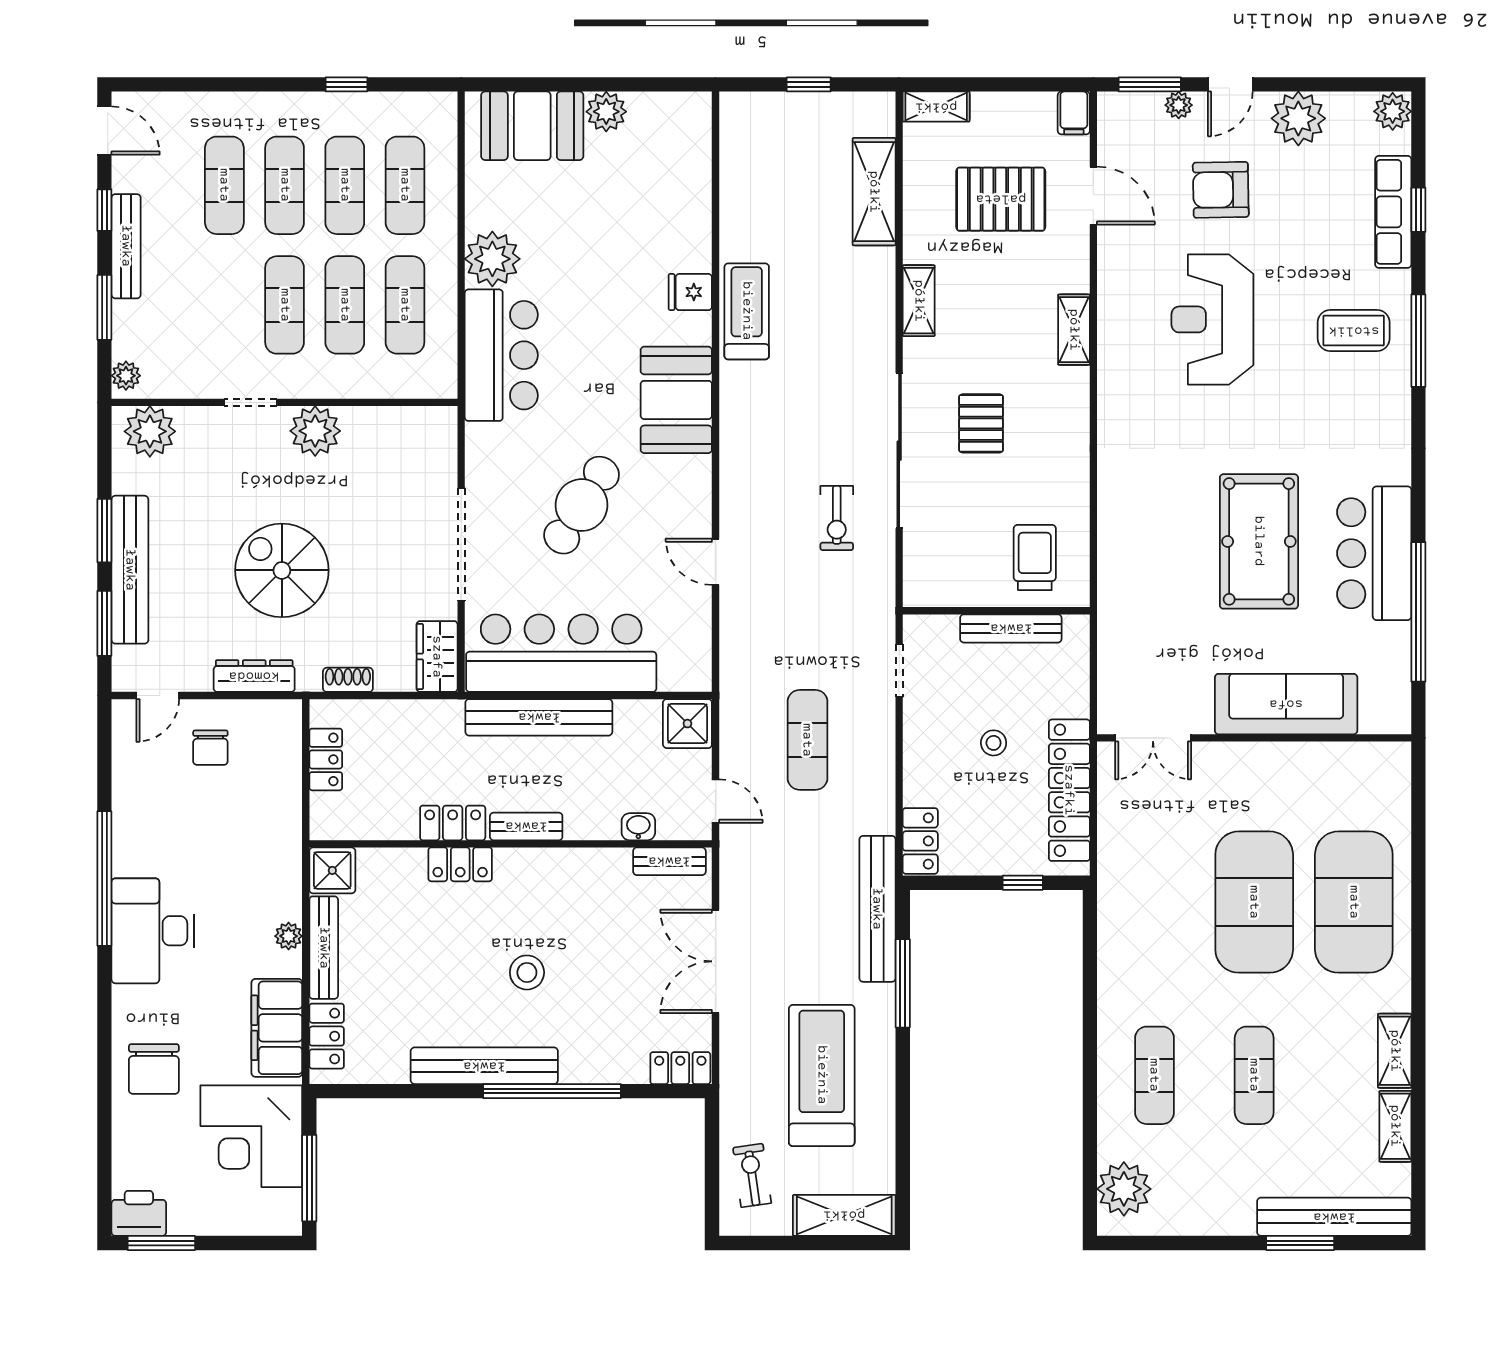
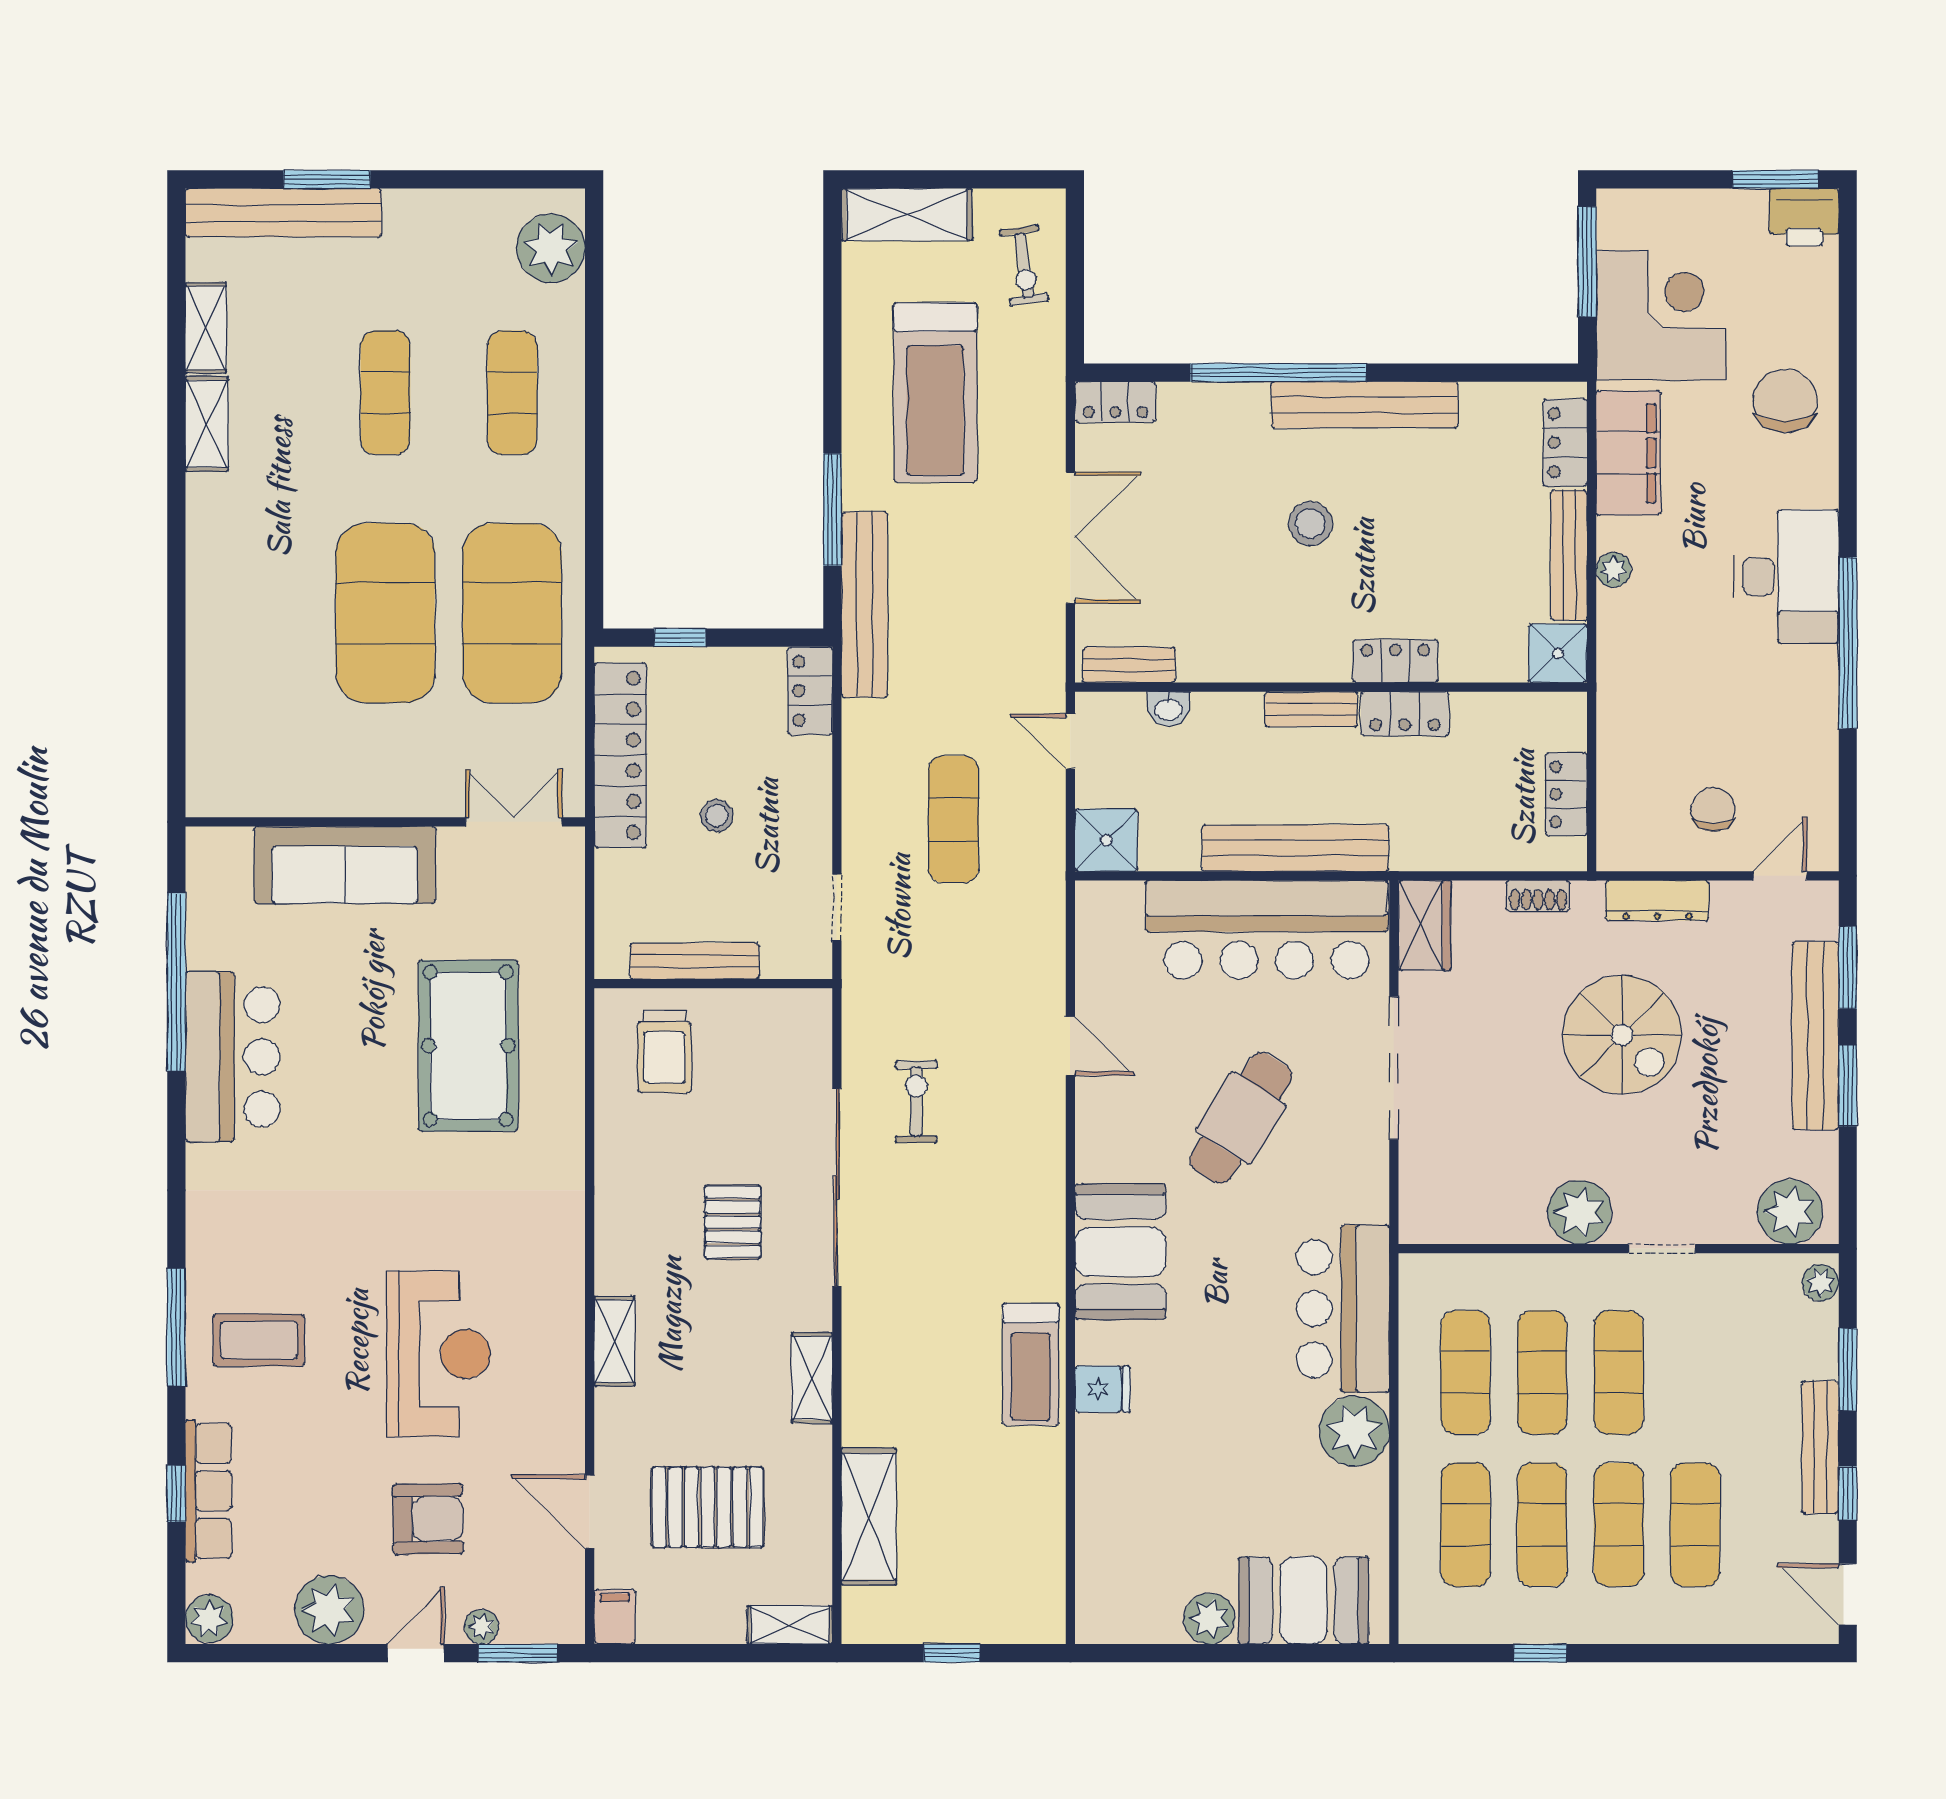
pool table: (1259, 541) -> (468, 1046), moved
exercise mat: (1354, 902) -> (512, 613), moved

